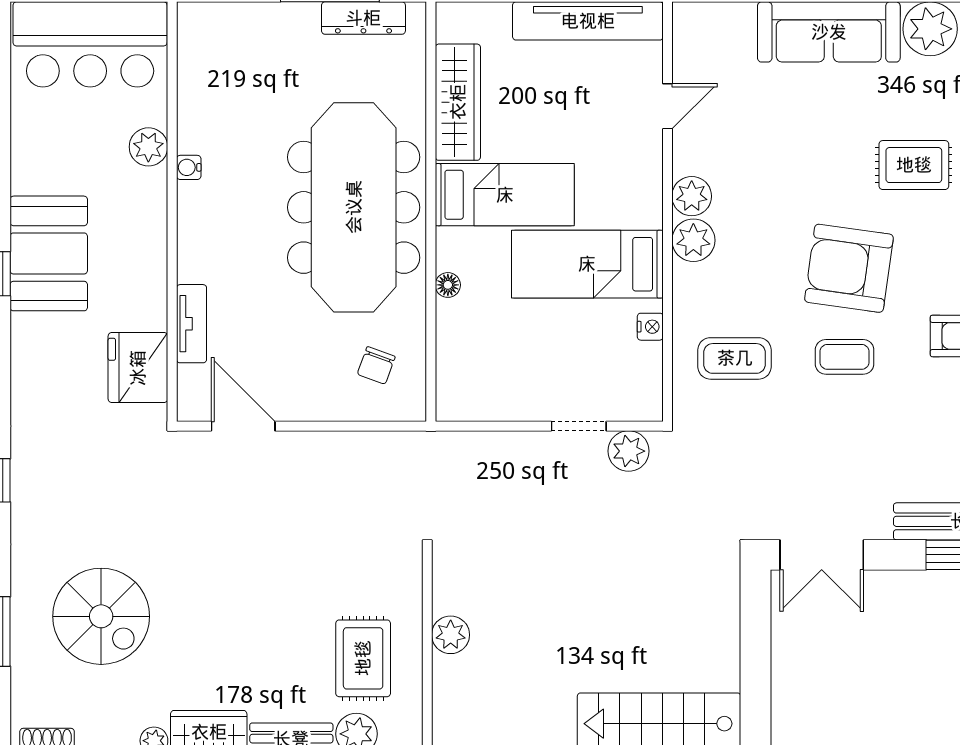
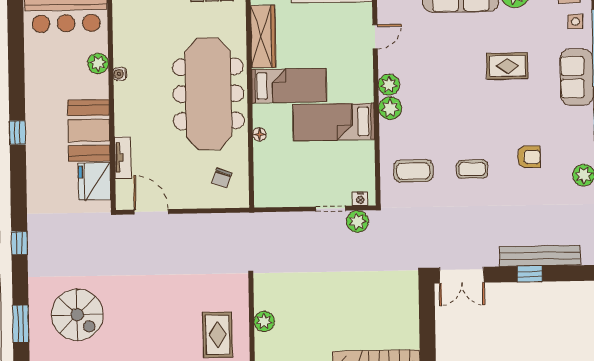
booth: (49, 253) -> (89, 130), moved
armchair: (849, 268) -> (474, 122), removed
nightstand: (650, 327) -> (360, 199), moved, turned 90

